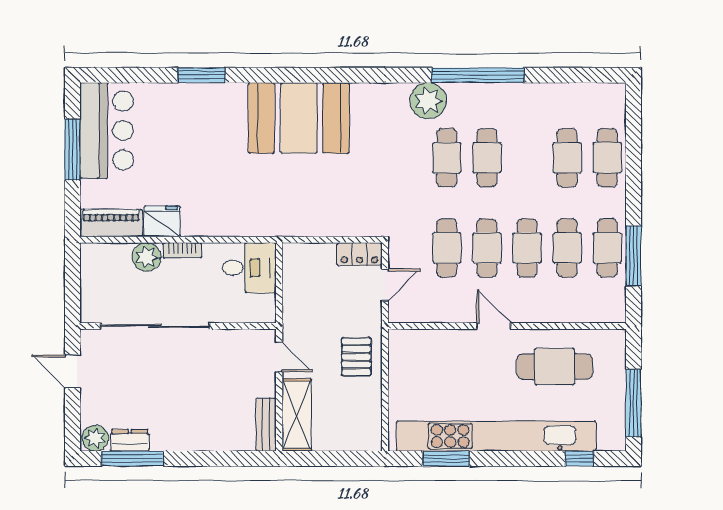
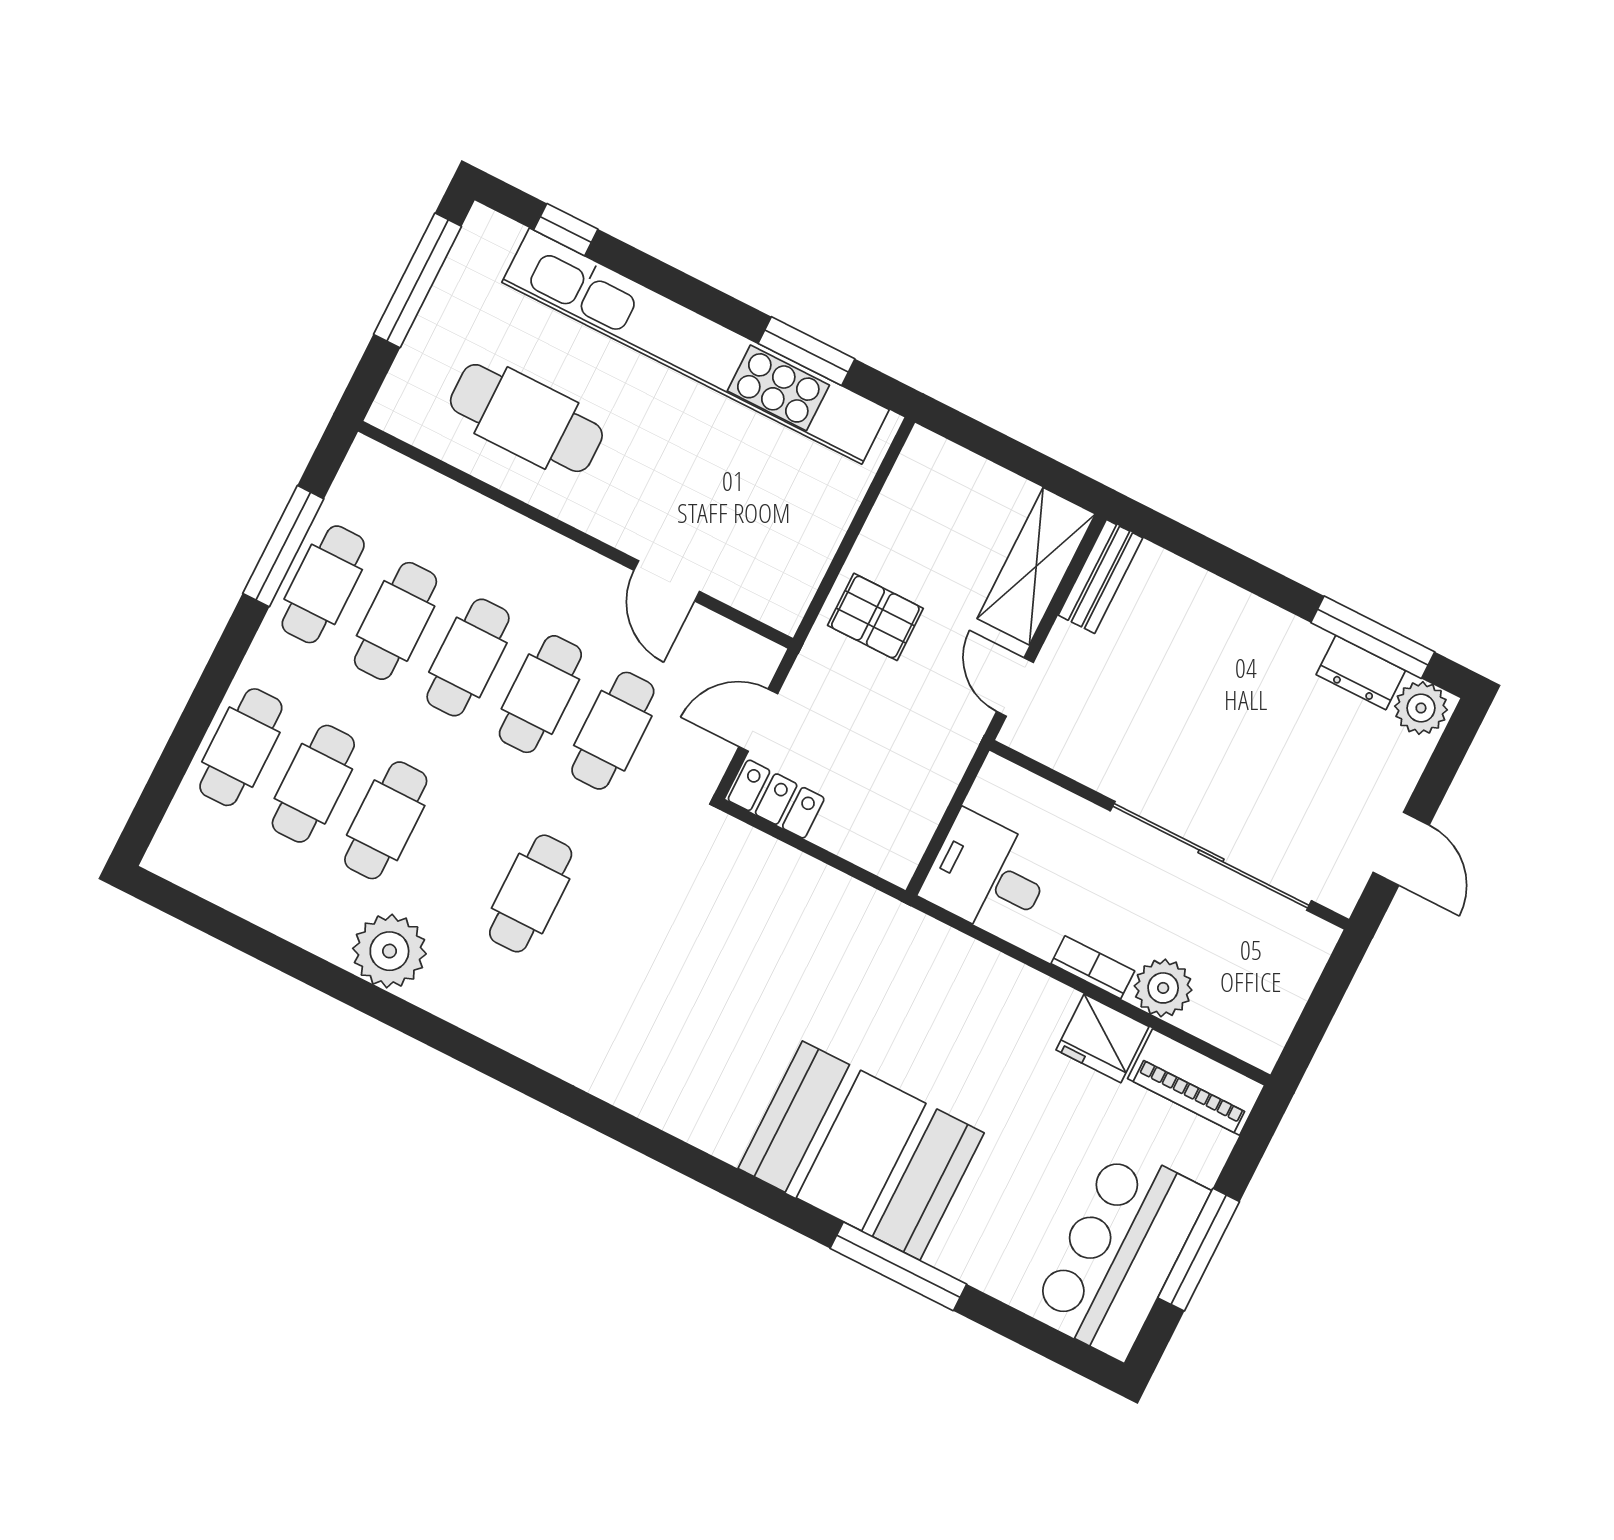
window: (201, 75) -> (898, 1266), width x1.44
window: (478, 75) -> (399, 1014), removed
plant: (428, 101) -> (389, 951), moved
booth: (299, 118) -> (861, 1151), moved
cafe table: (487, 158) -> (386, 820), moved
door: (494, 326) -> (667, 581), moved
pallet: (356, 357) -> (875, 617), turned 90

